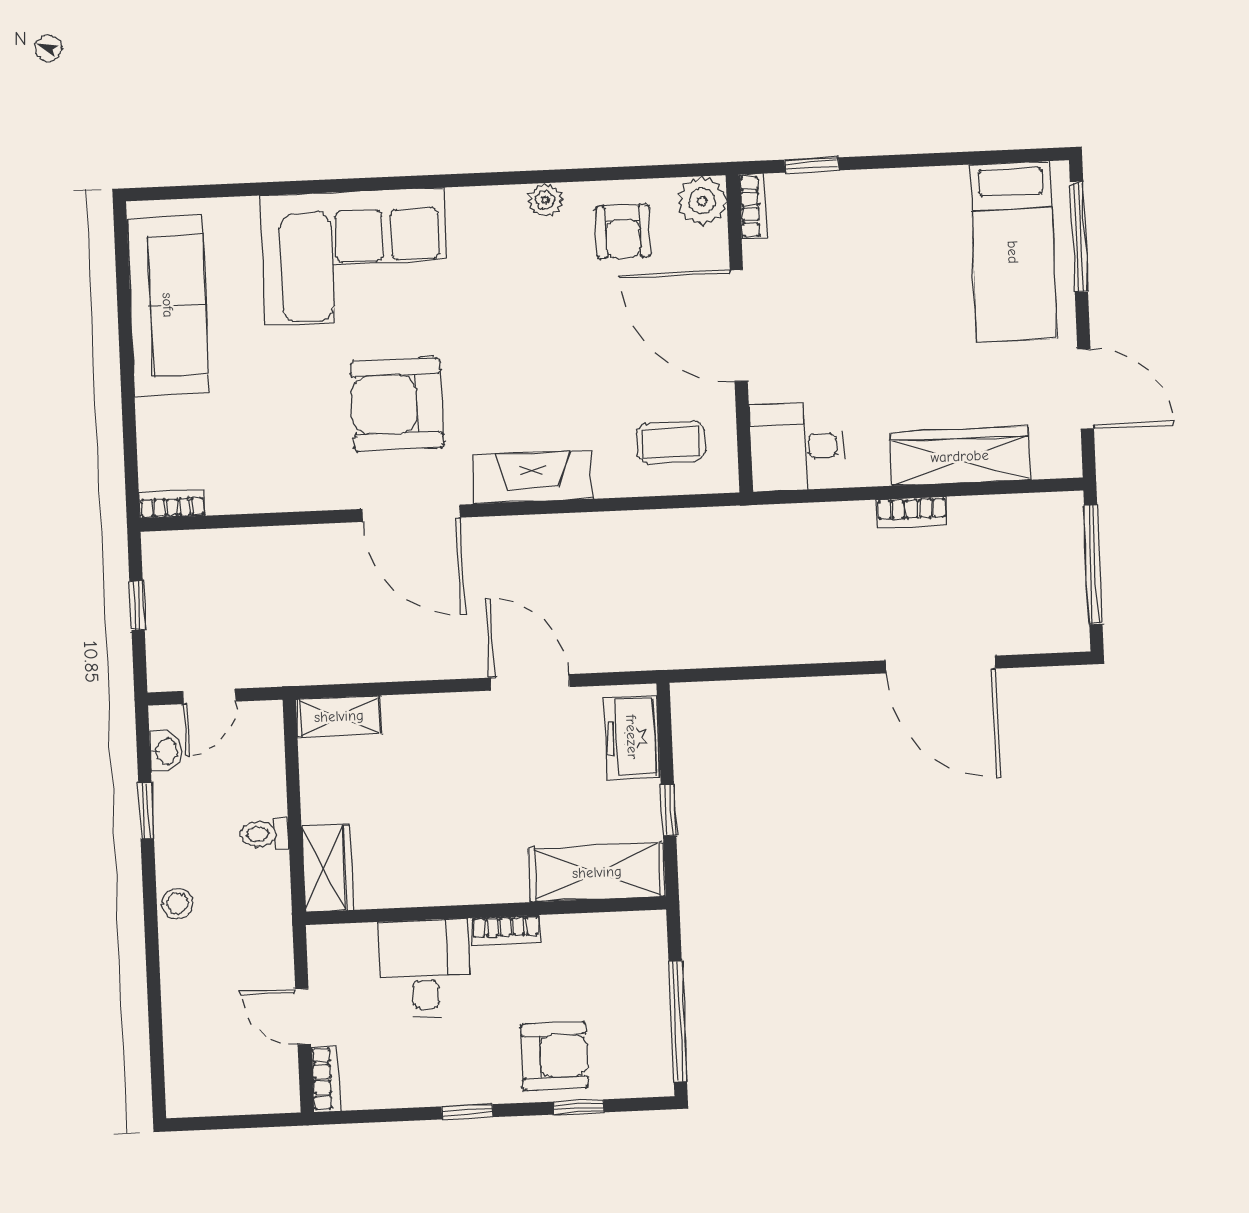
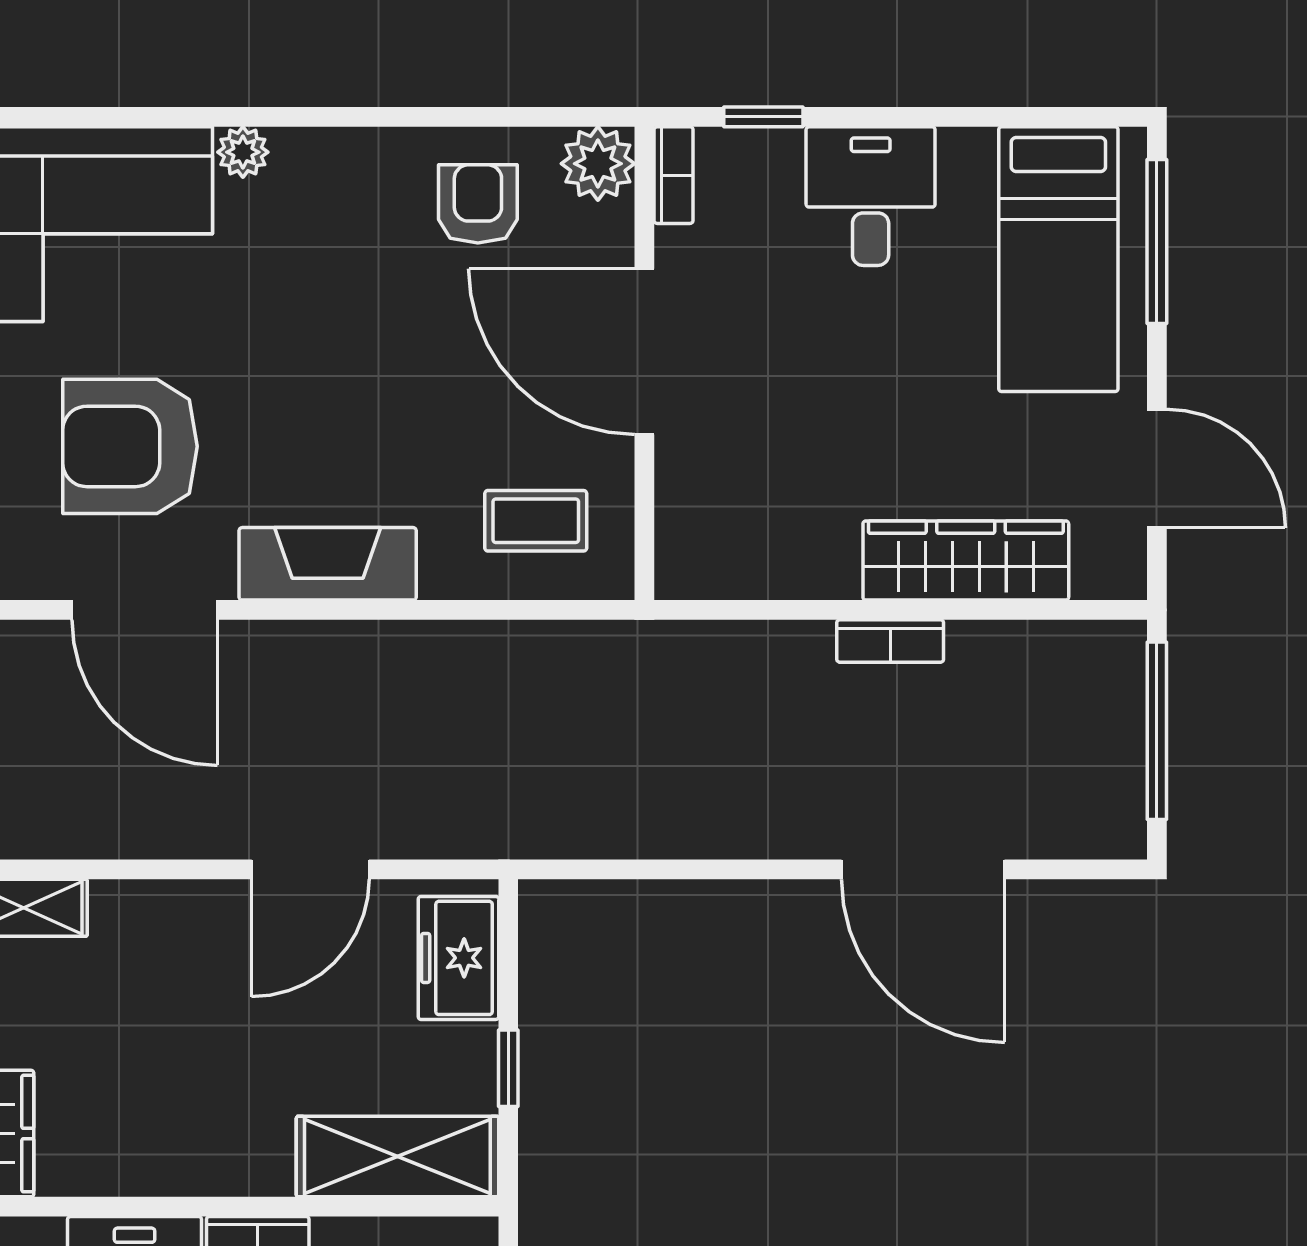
plant: (545, 200) -> (243, 152), moved
armchair: (623, 232) -> (478, 204), turned 180
desk: (797, 447) -> (871, 196), moved, turned 90
door: (530, 682) -> (310, 869), swing flipped

